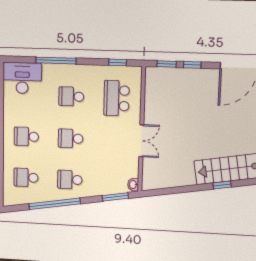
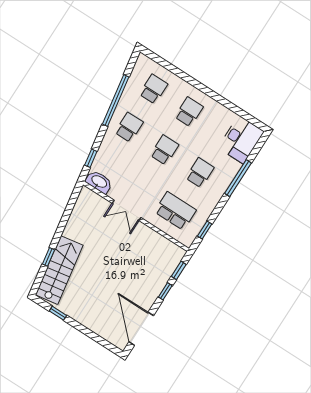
washbasin: (133, 185) -> (99, 182), width x1.91, depth x1.45
window: (115, 197) -> (91, 158), width x0.67

